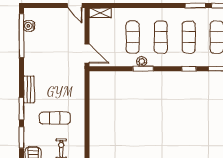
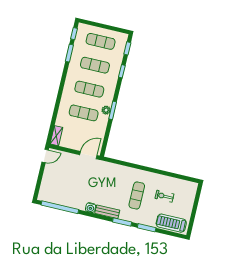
water cooler: (29, 26) -> (91, 208), moved

